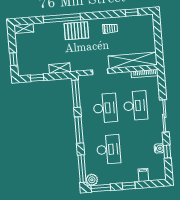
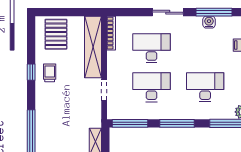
window: (132, 12) -> (31, 72), moved
pallet: (76, 31) -> (56, 34), moved
sliding door: (164, 116) -> (168, 12), width x0.73
window: (167, 152) -> (214, 12), width x2.17

